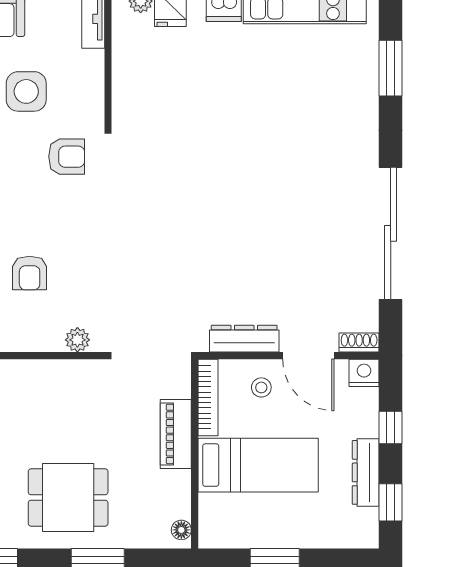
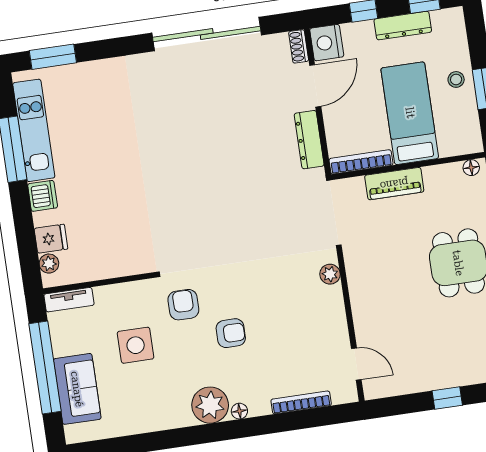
window: (391, 68) -> (53, 57), moved
armchair: (30, 273) -> (231, 333), moved
nightstand: (364, 373) -> (327, 43), width x1.36, depth x1.33
stool: (261, 387) -> (456, 79), moved

